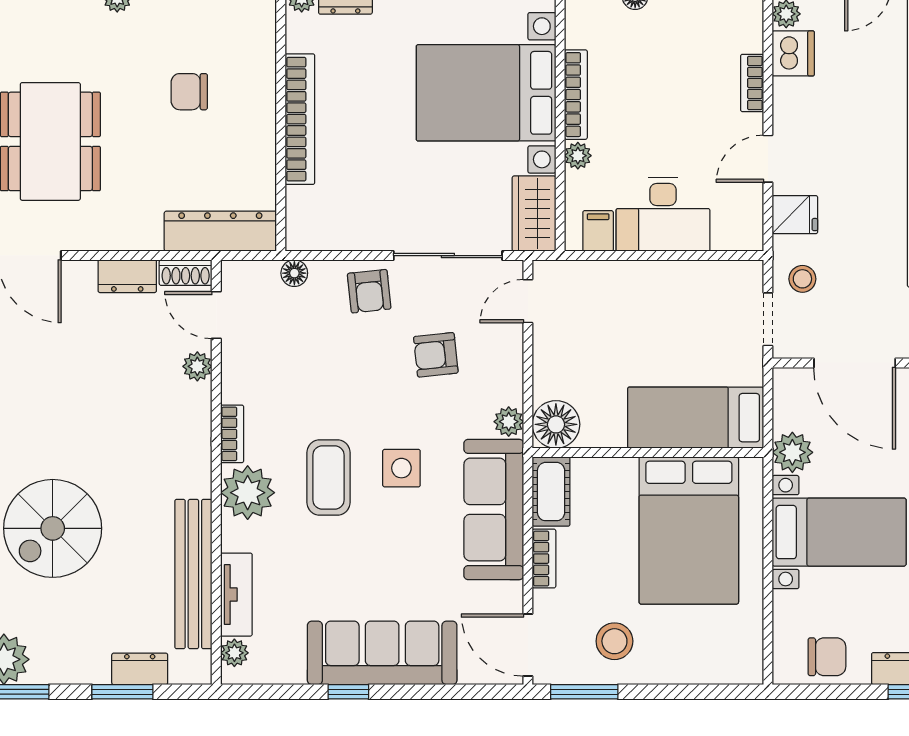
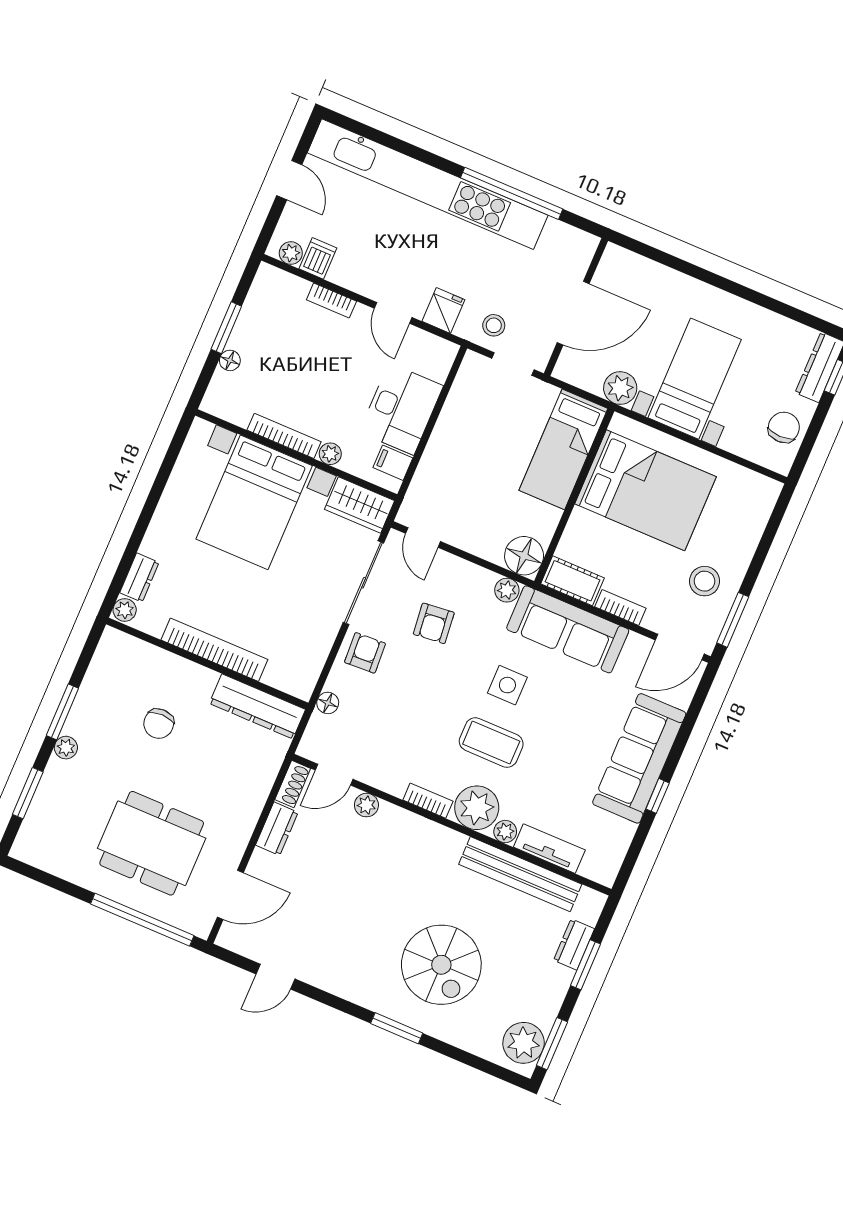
dishwasher: (793, 53) -> (318, 258), width x0.73
dresser: (220, 231) -> (257, 706), moved, turned -90
armchair: (369, 291) -> (365, 653), turned -87
plant: (234, 653) -> (505, 832), moved

